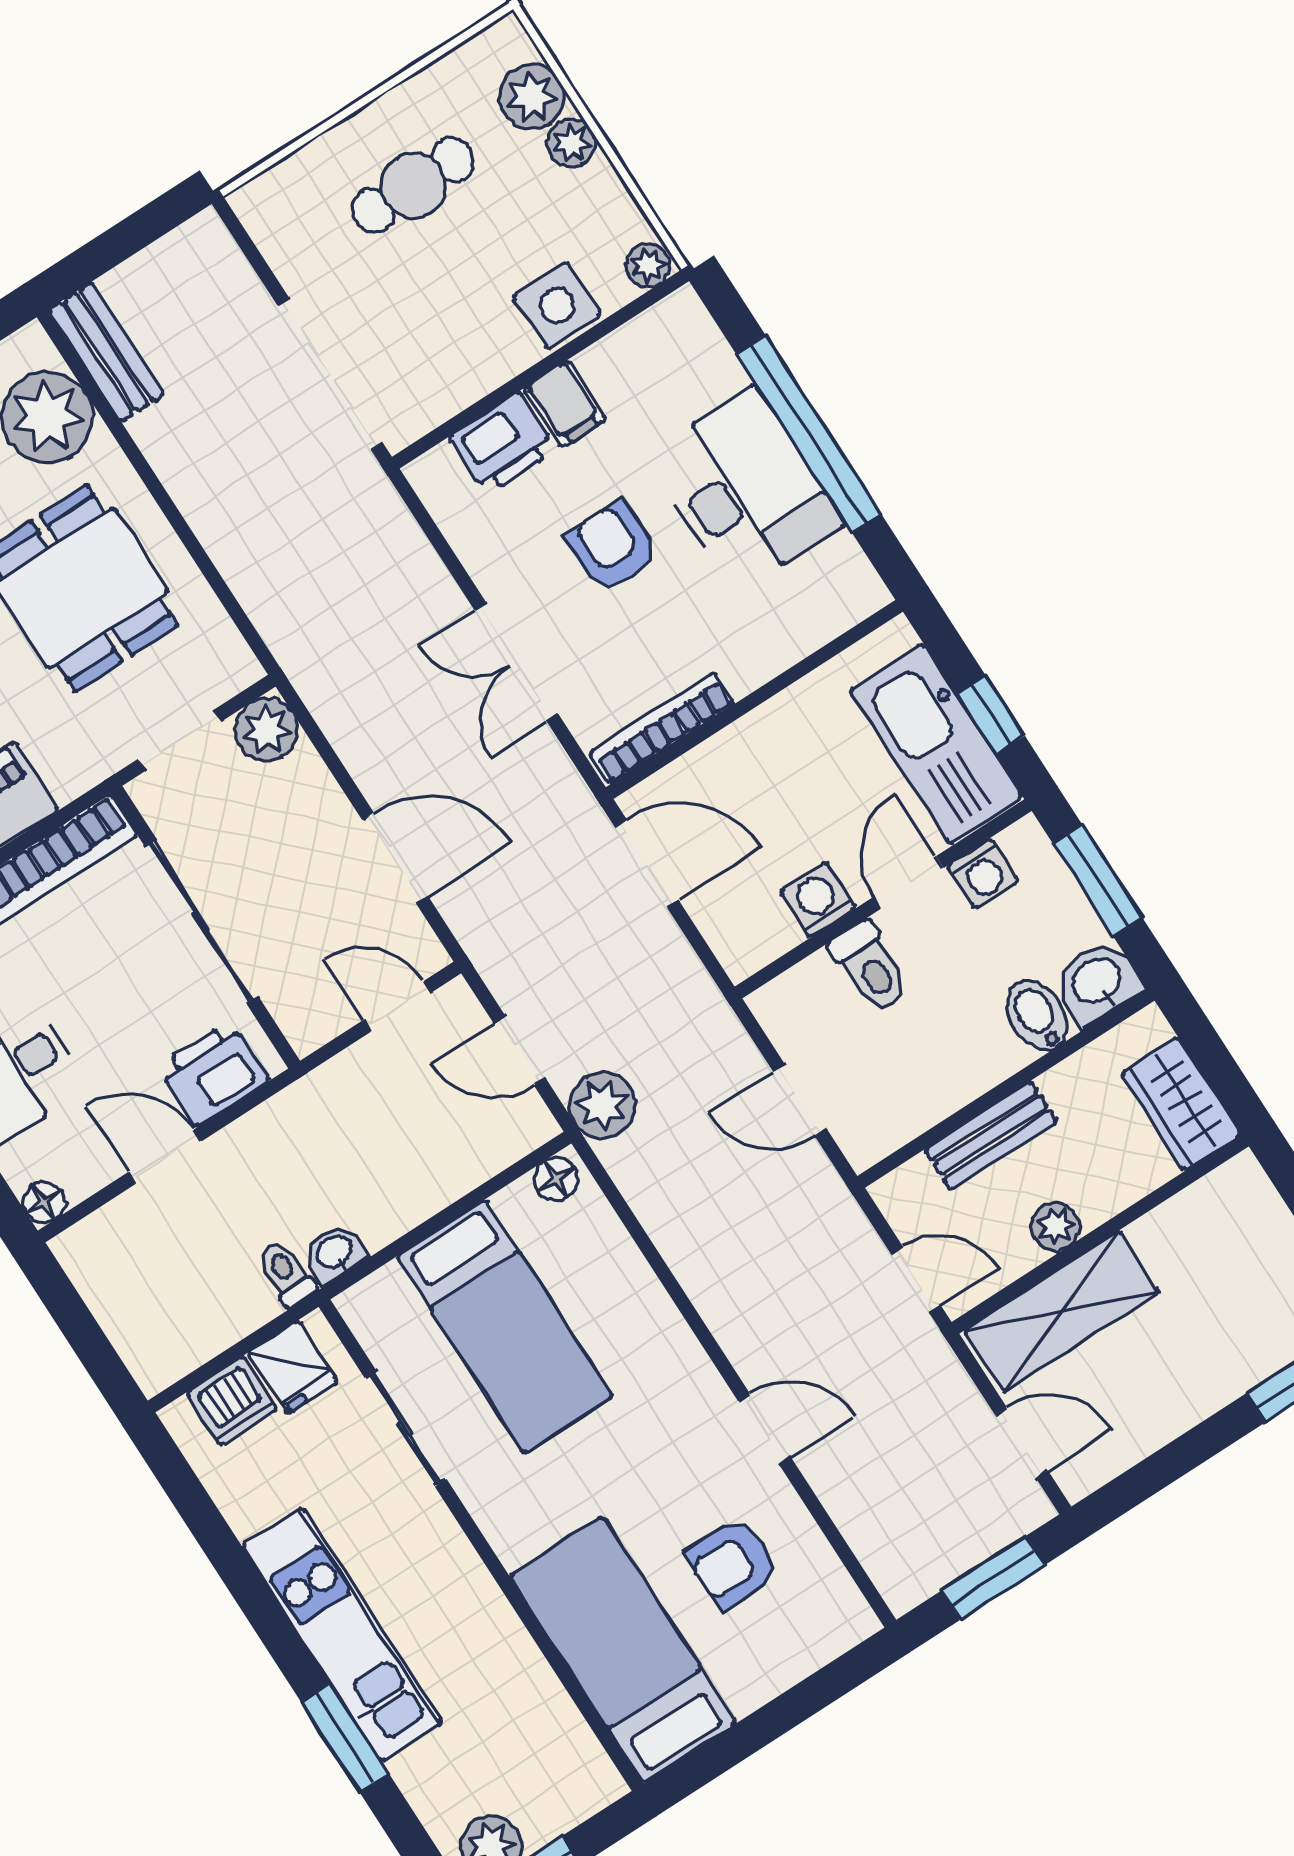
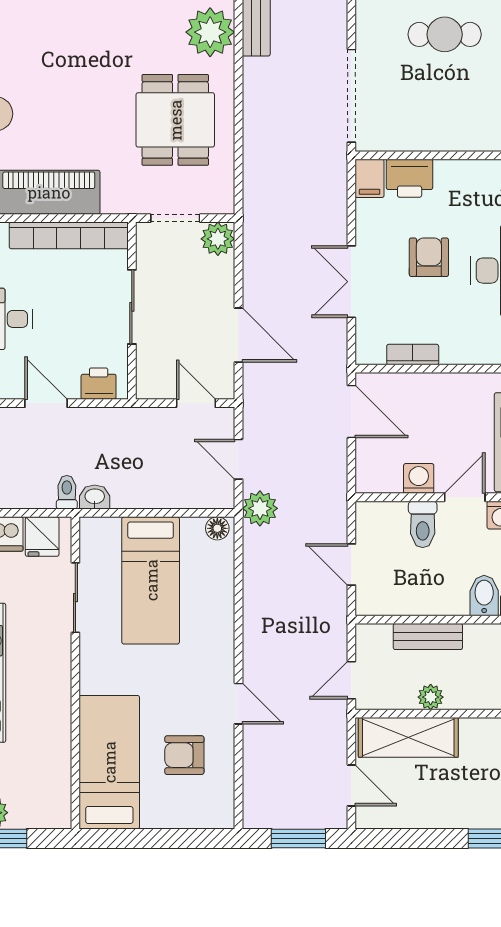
side table: (557, 305) -> (475, 131), removed
filing cabinet: (565, 404) -> (370, 178), moved
bookcase: (662, 728) -> (413, 355), width x0.64
sliding door: (202, 921) -> (132, 307), width x0.73
printer: (213, 1074) -> (99, 384), width x0.73, depth x0.81
door: (916, 1280) -> (351, 680), swing flipped

